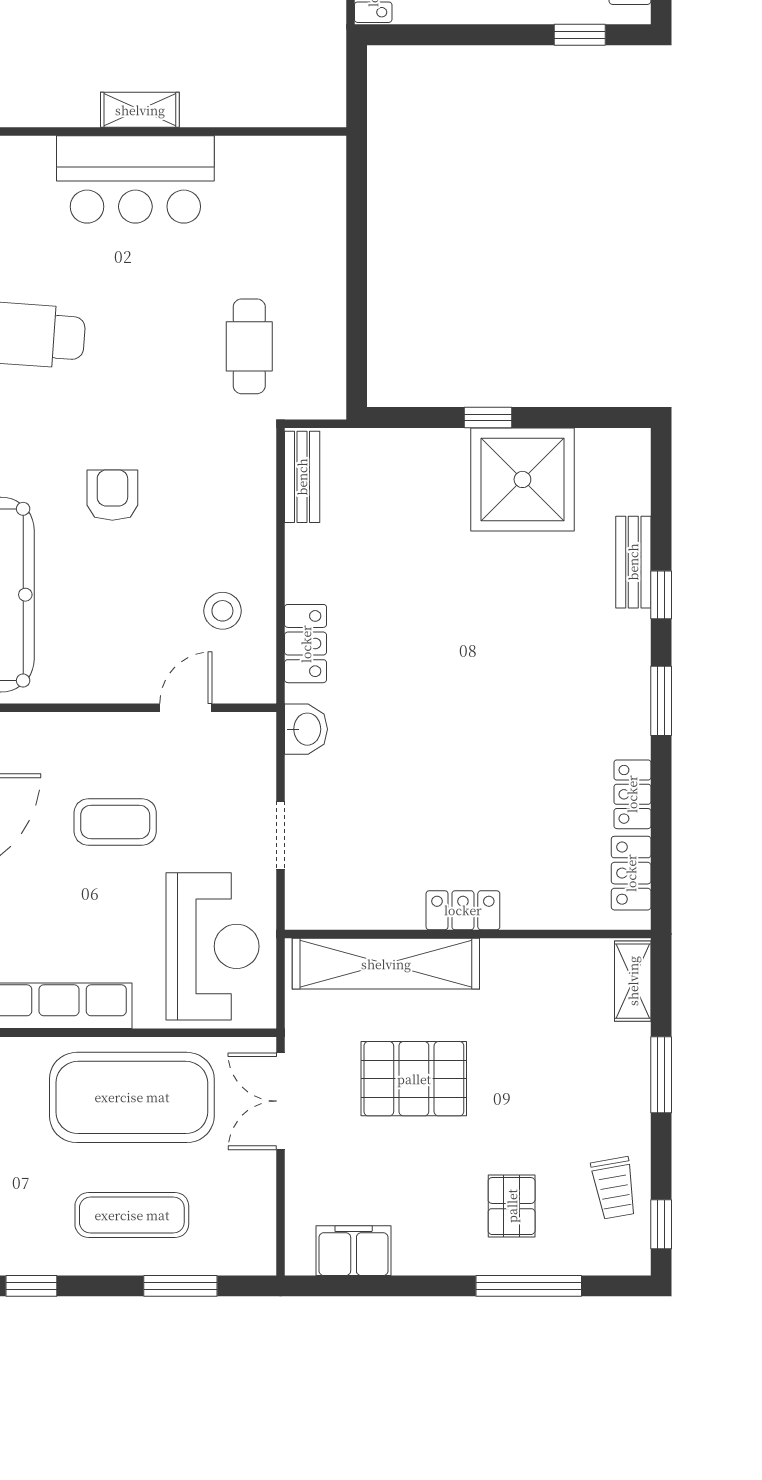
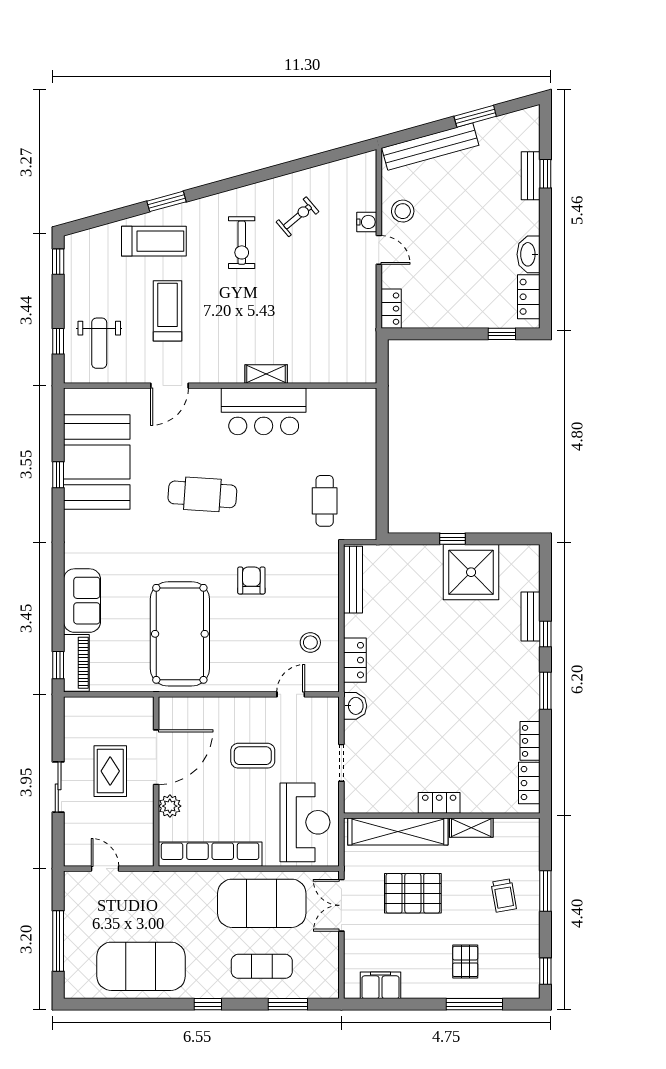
bench: (302, 477) -> (353, 580), width x1.36
shelving: (633, 981) -> (471, 828), moved, turned 90
trolley: (614, 1188) -> (504, 895), moved

